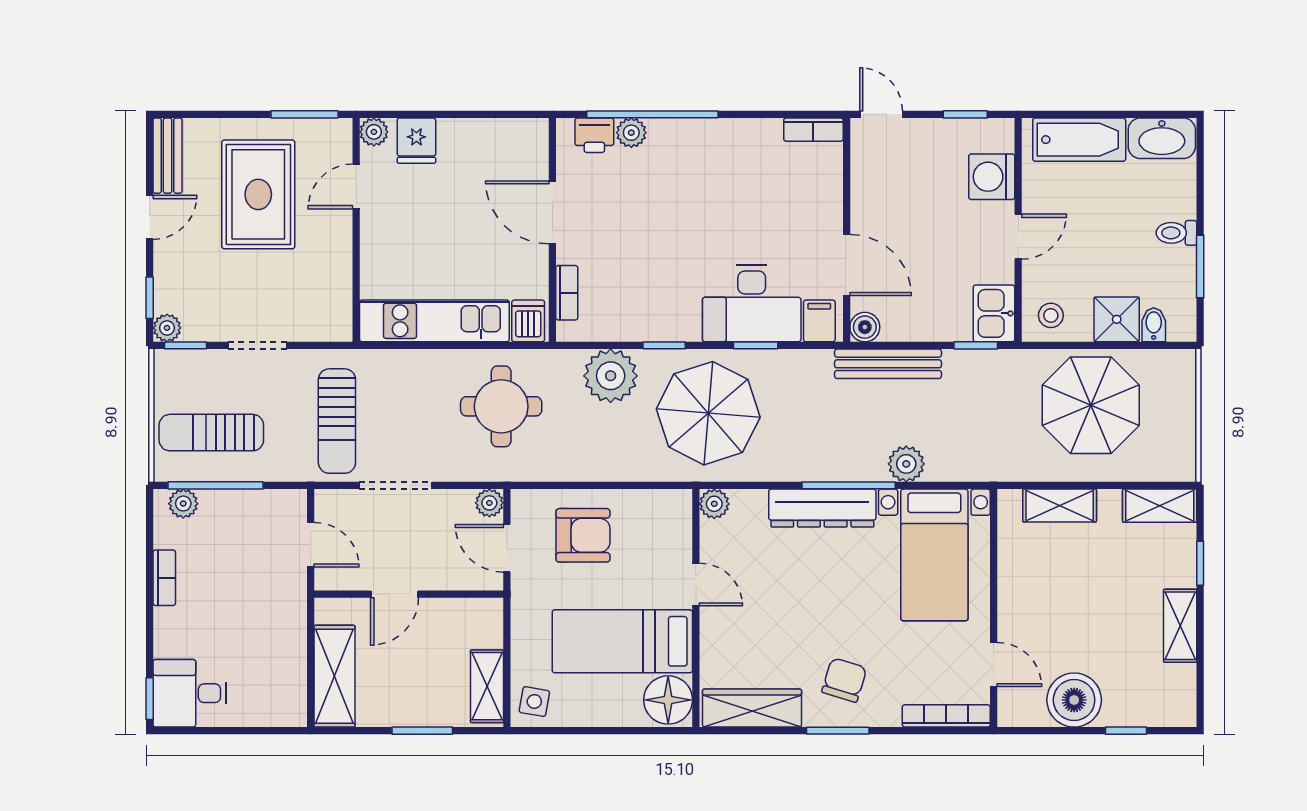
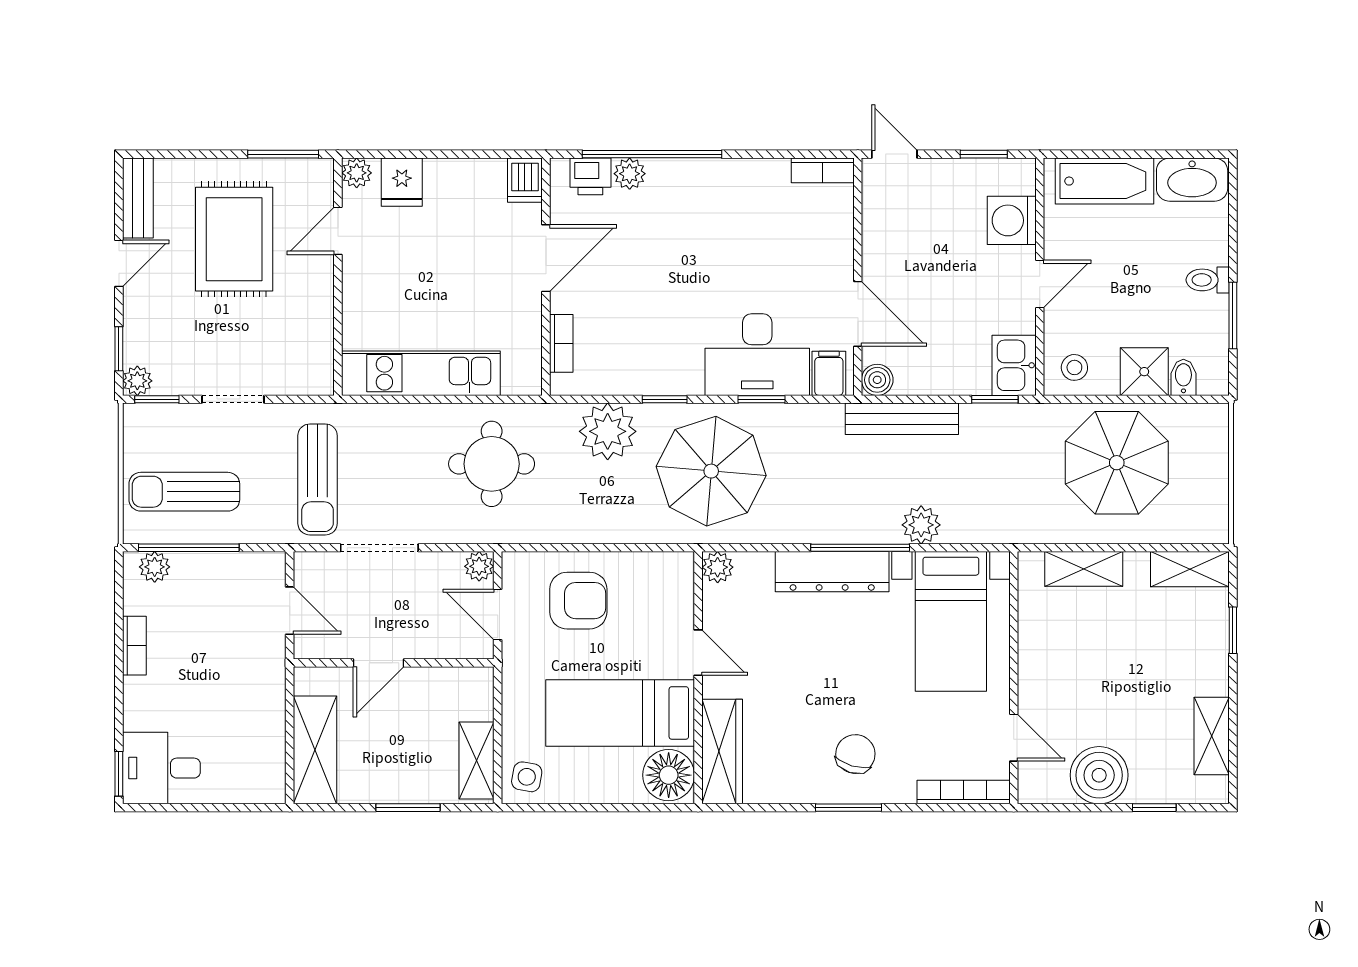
door: (552, 212) -> (546, 258), swing flipped
dishwasher: (528, 321) -> (525, 180), moved, turned 180
shelving: (1180, 626) -> (1212, 736), moved
wardrobe: (752, 708) -> (722, 752), moved, turned 90

